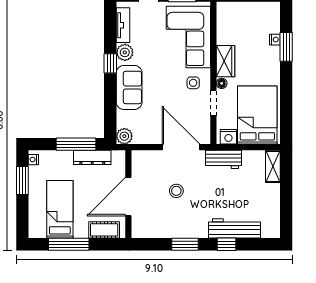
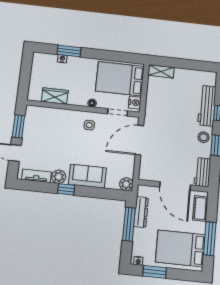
corner sofa: (188, 37) -> (52, 125), removed
wardrobe: (226, 61) -> (55, 96), moved
doorway: (213, 103) -> (118, 112), moved
workbench: (224, 159) -> (202, 172), moved, turned 180
stool: (176, 191) -> (204, 137), moved
bed: (60, 209) -> (180, 248), width x1.50

